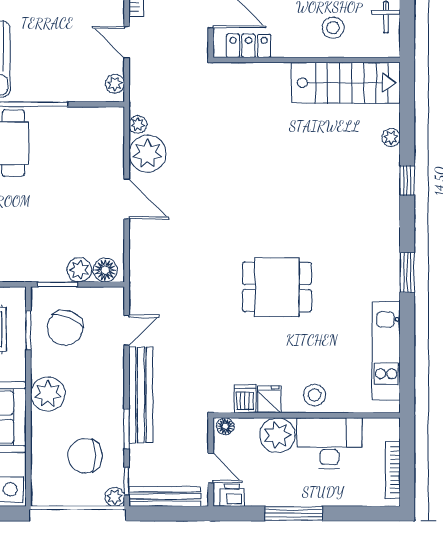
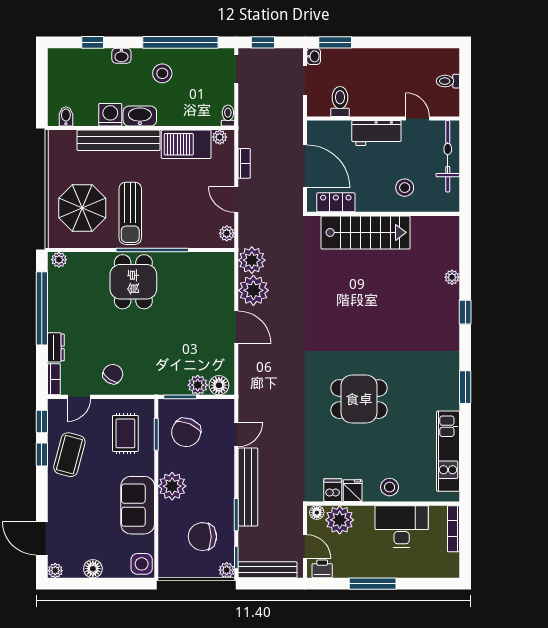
stairs: (346, 83) -> (366, 232), moved
plant: (138, 124) -> (252, 260), width x1.87, depth x1.87
plant: (277, 435) -> (340, 520), moved
bookcase: (393, 470) -> (453, 529), moved

